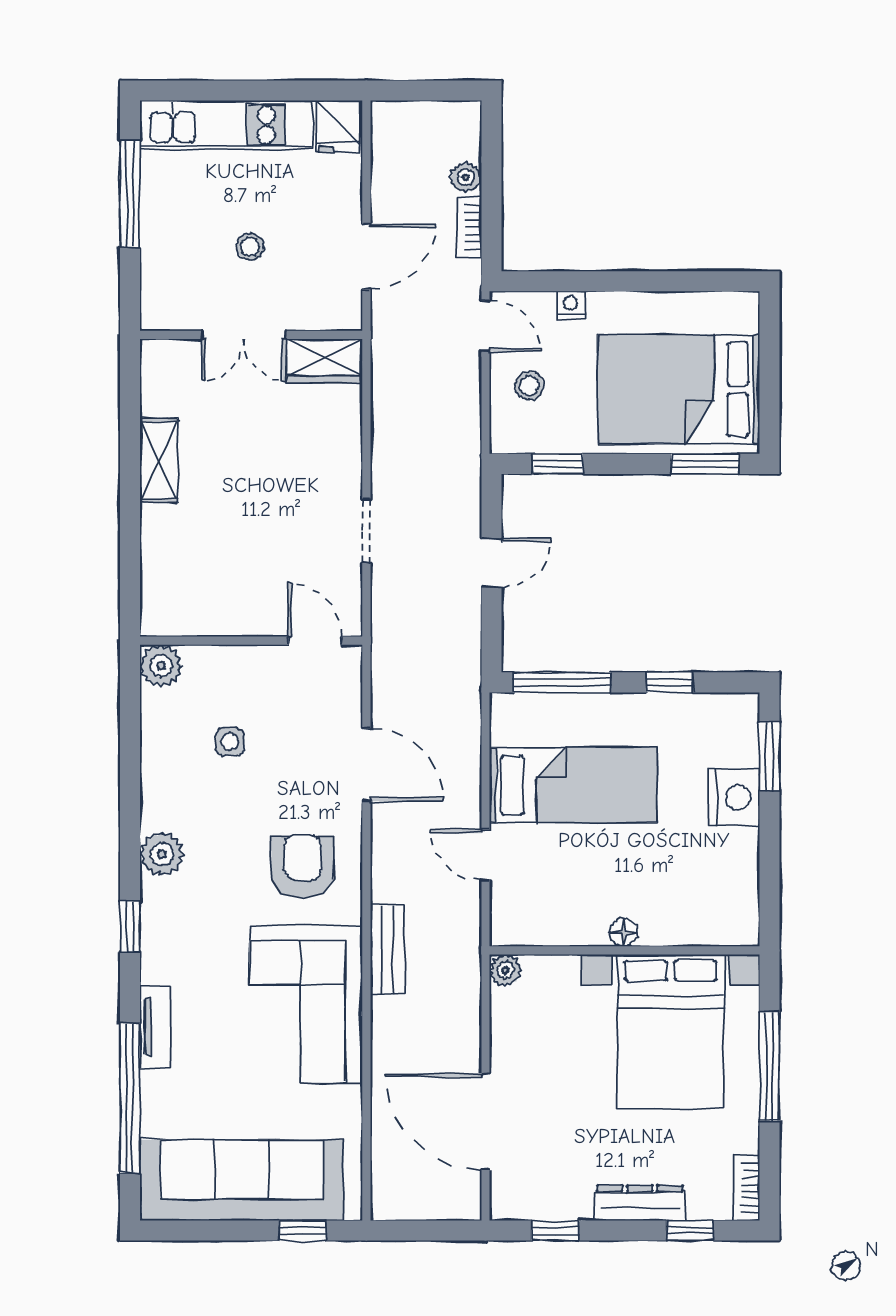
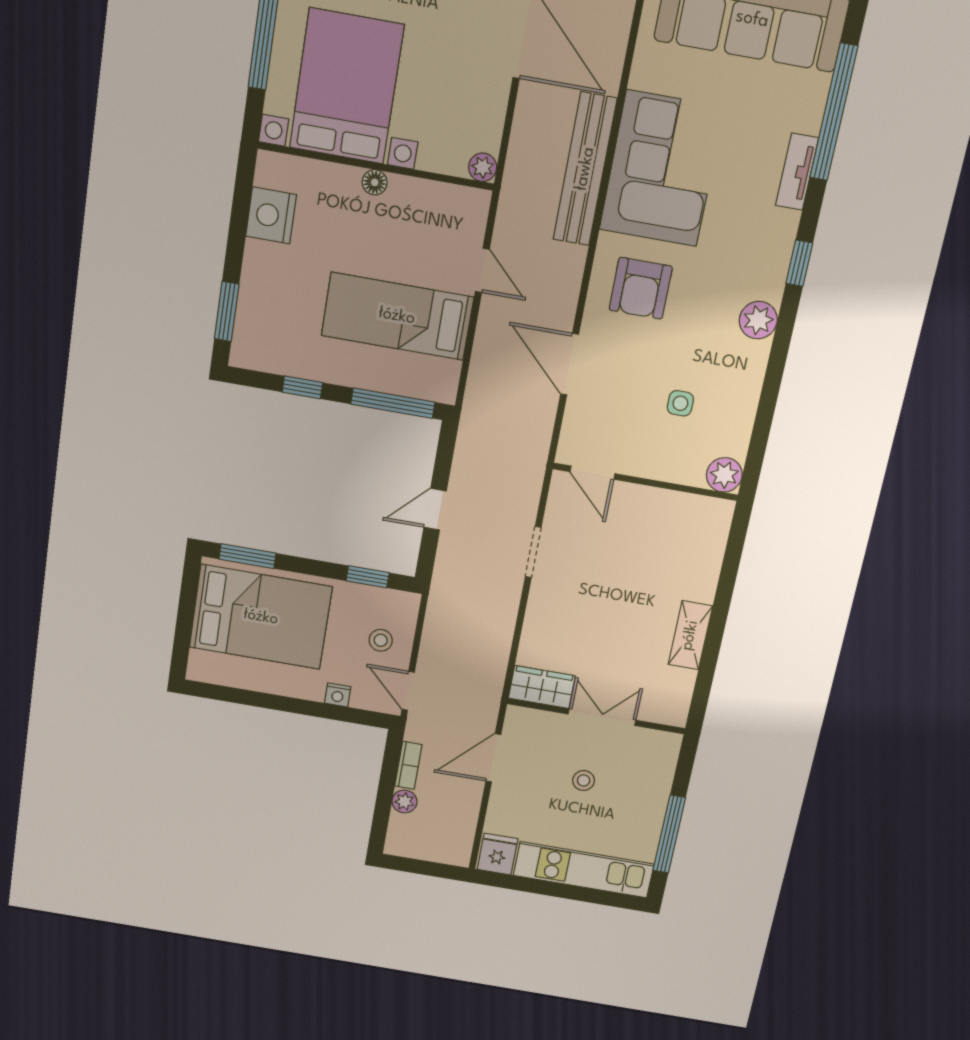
nightstand: (734, 797) -> (271, 215), moved
bench: (387, 949) -> (585, 169), width x1.86, depth x1.21

